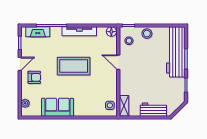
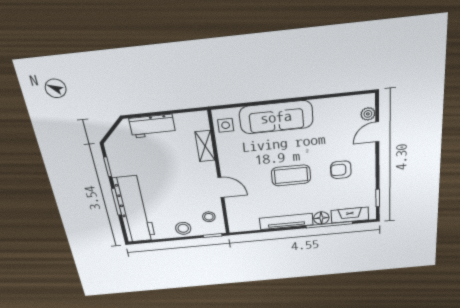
floor lamp: (111, 32) -> (321, 218), moved
door: (20, 64) -> (377, 132), moved
coffee table: (74, 66) -> (291, 175), width x0.73, depth x0.76
armchair: (34, 77) -> (341, 170), moved
shelving: (124, 106) -> (205, 146), moved
sofa: (58, 107) -> (276, 117), moved, width x1.36

